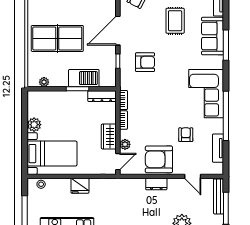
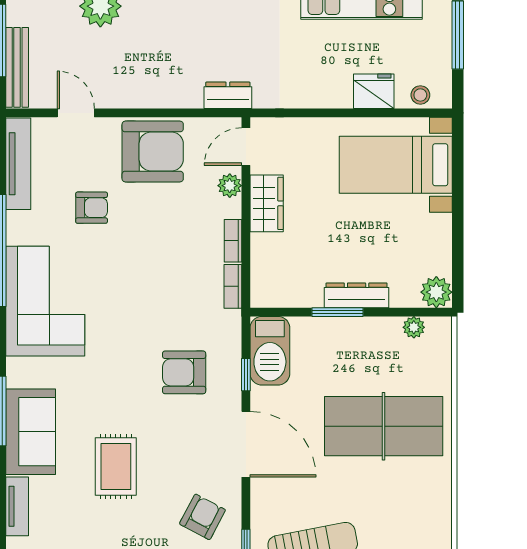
door: (118, 31) -> (246, 444), hinge flipped
barbecue: (84, 78) -> (270, 351), moved, turned -90
dresser: (102, 96) -> (357, 295), moved
plant: (34, 125) -> (436, 292), moved
armchair: (186, 135) -> (92, 208), turned -90
tv unit: (218, 148) -> (18, 164), width x1.41
dresser: (156, 184) -> (228, 95), moved
fridge: (80, 186) -> (374, 91), moved

